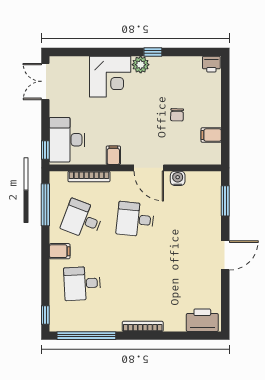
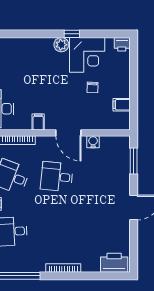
corner desk: (110, 77) -> (87, 55), moved

